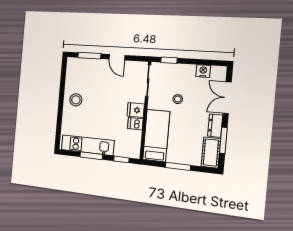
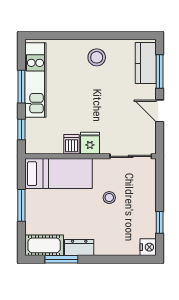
door: (117, 57) -> (160, 111), hinge flipped
window: (169, 60) -> (160, 222), moved
kitchen counter: (83, 65) -> (146, 63), added
nightstand: (203, 71) -> (148, 247), moved
double door: (227, 98) -> (116, 259), removed

